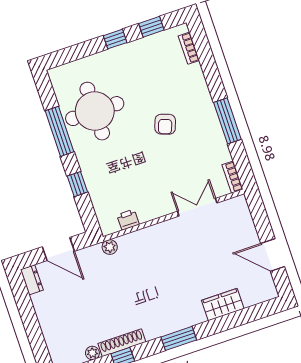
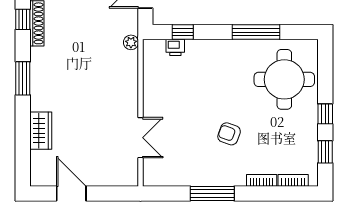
round table: (95, 111) -> (284, 79), moved
bookcase: (232, 177) -> (262, 180), moved
window: (77, 184) -> (183, 32), moved
printer: (128, 220) -> (175, 47), moved, turned 90
door: (273, 255) -> (71, 194), hinge flipped

